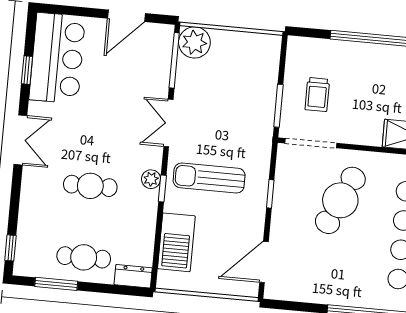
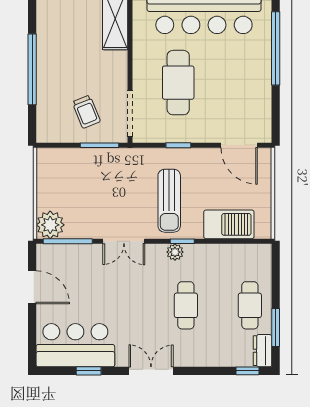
trolley: (317, 95) -> (86, 112), turned 68
cafe table: (340, 200) -> (178, 83), turned 65
dresser: (133, 276) -> (262, 351), moved

